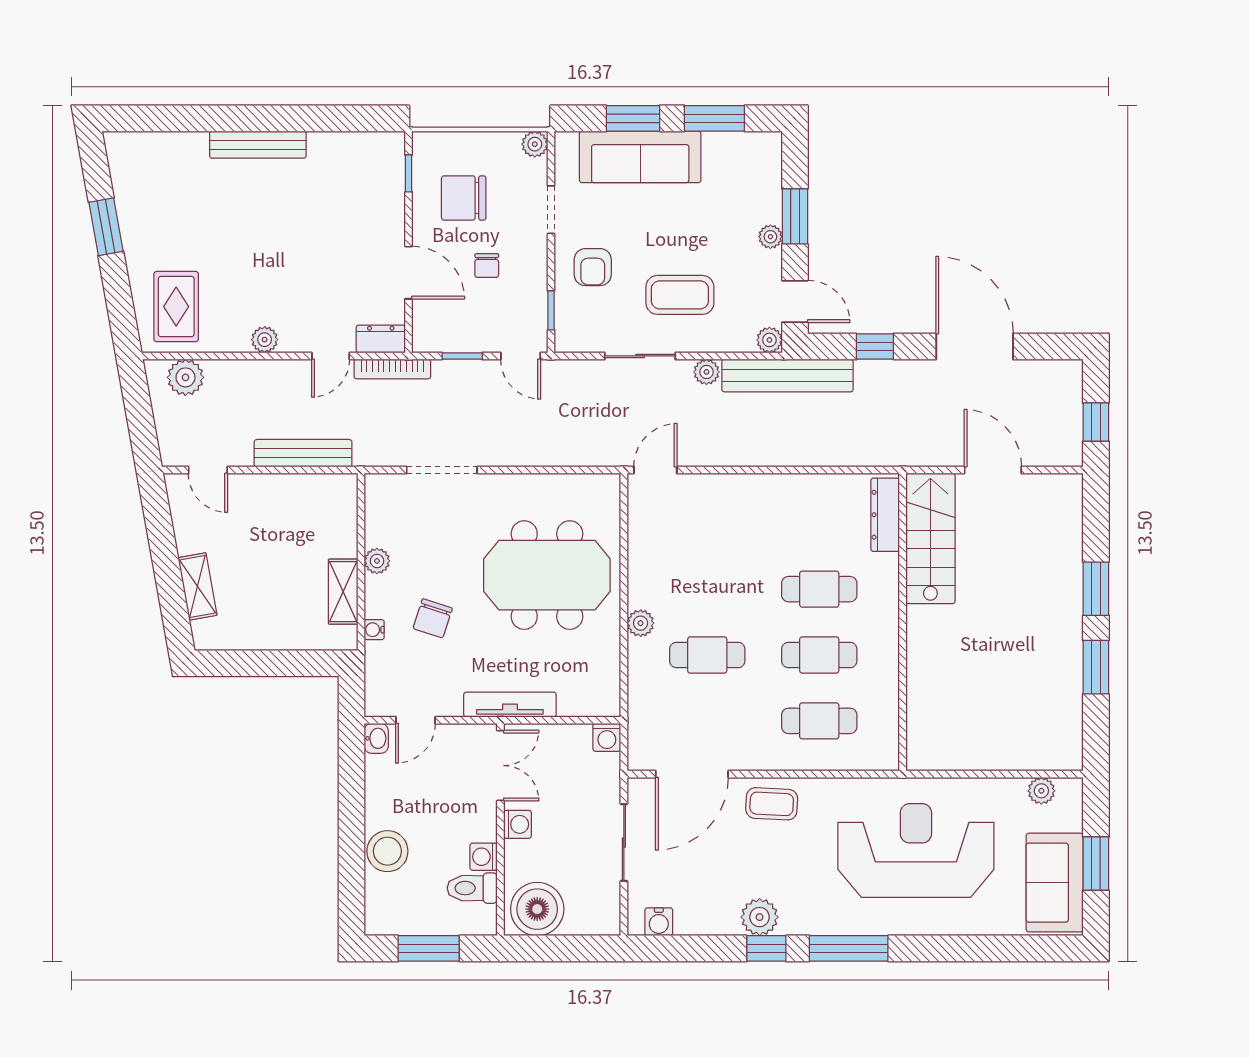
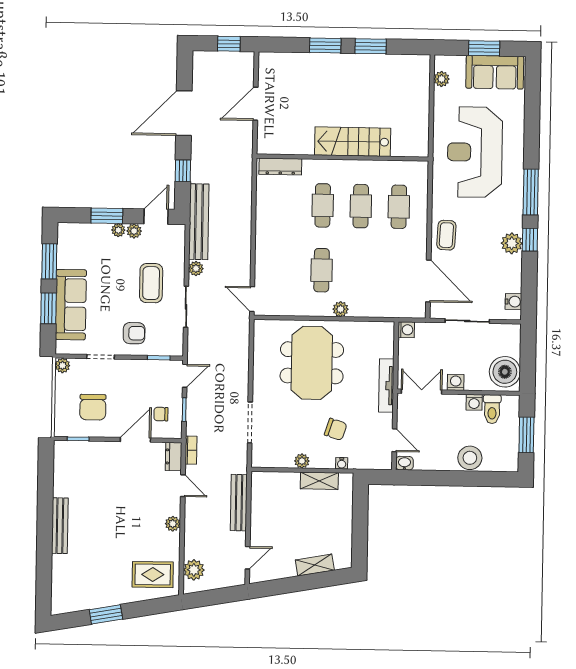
chair: (487, 266) -> (161, 414), moved, turned 180
plant: (769, 340) -> (134, 231), moved
bookcase: (392, 369) -> (191, 450), width x0.64
stairs: (930, 538) -> (353, 142), moved
cafe table: (707, 655) -> (322, 270), moved

